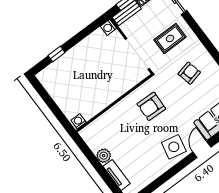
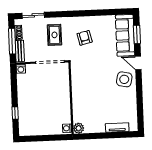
armchair: (151, 106) -> (89, 76), removed
plant: (104, 156) -> (79, 128), moved

